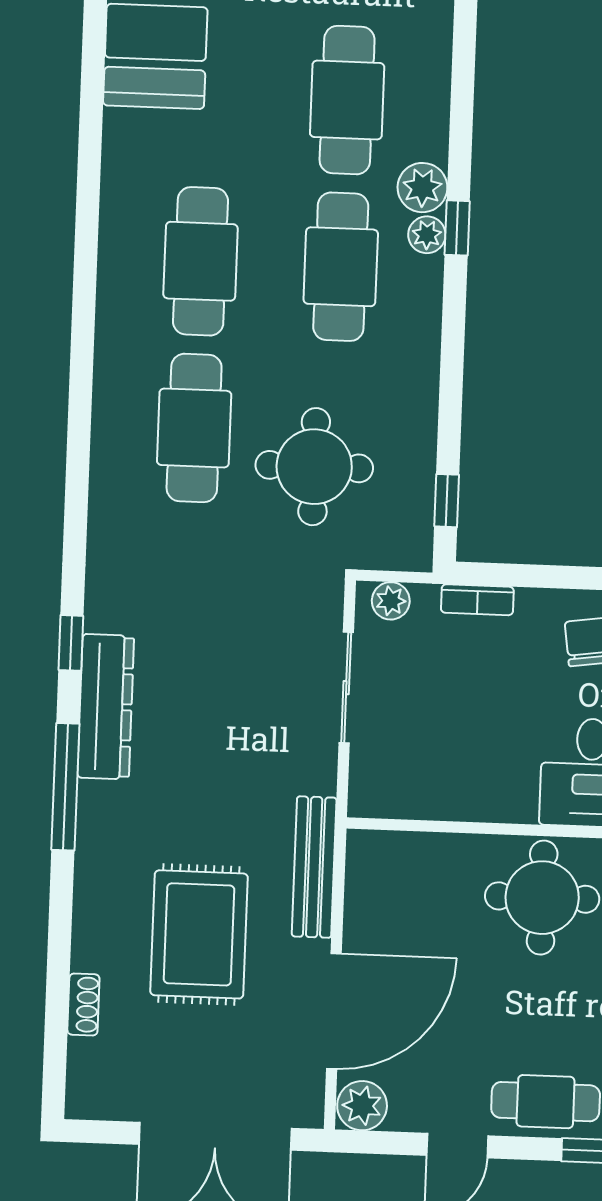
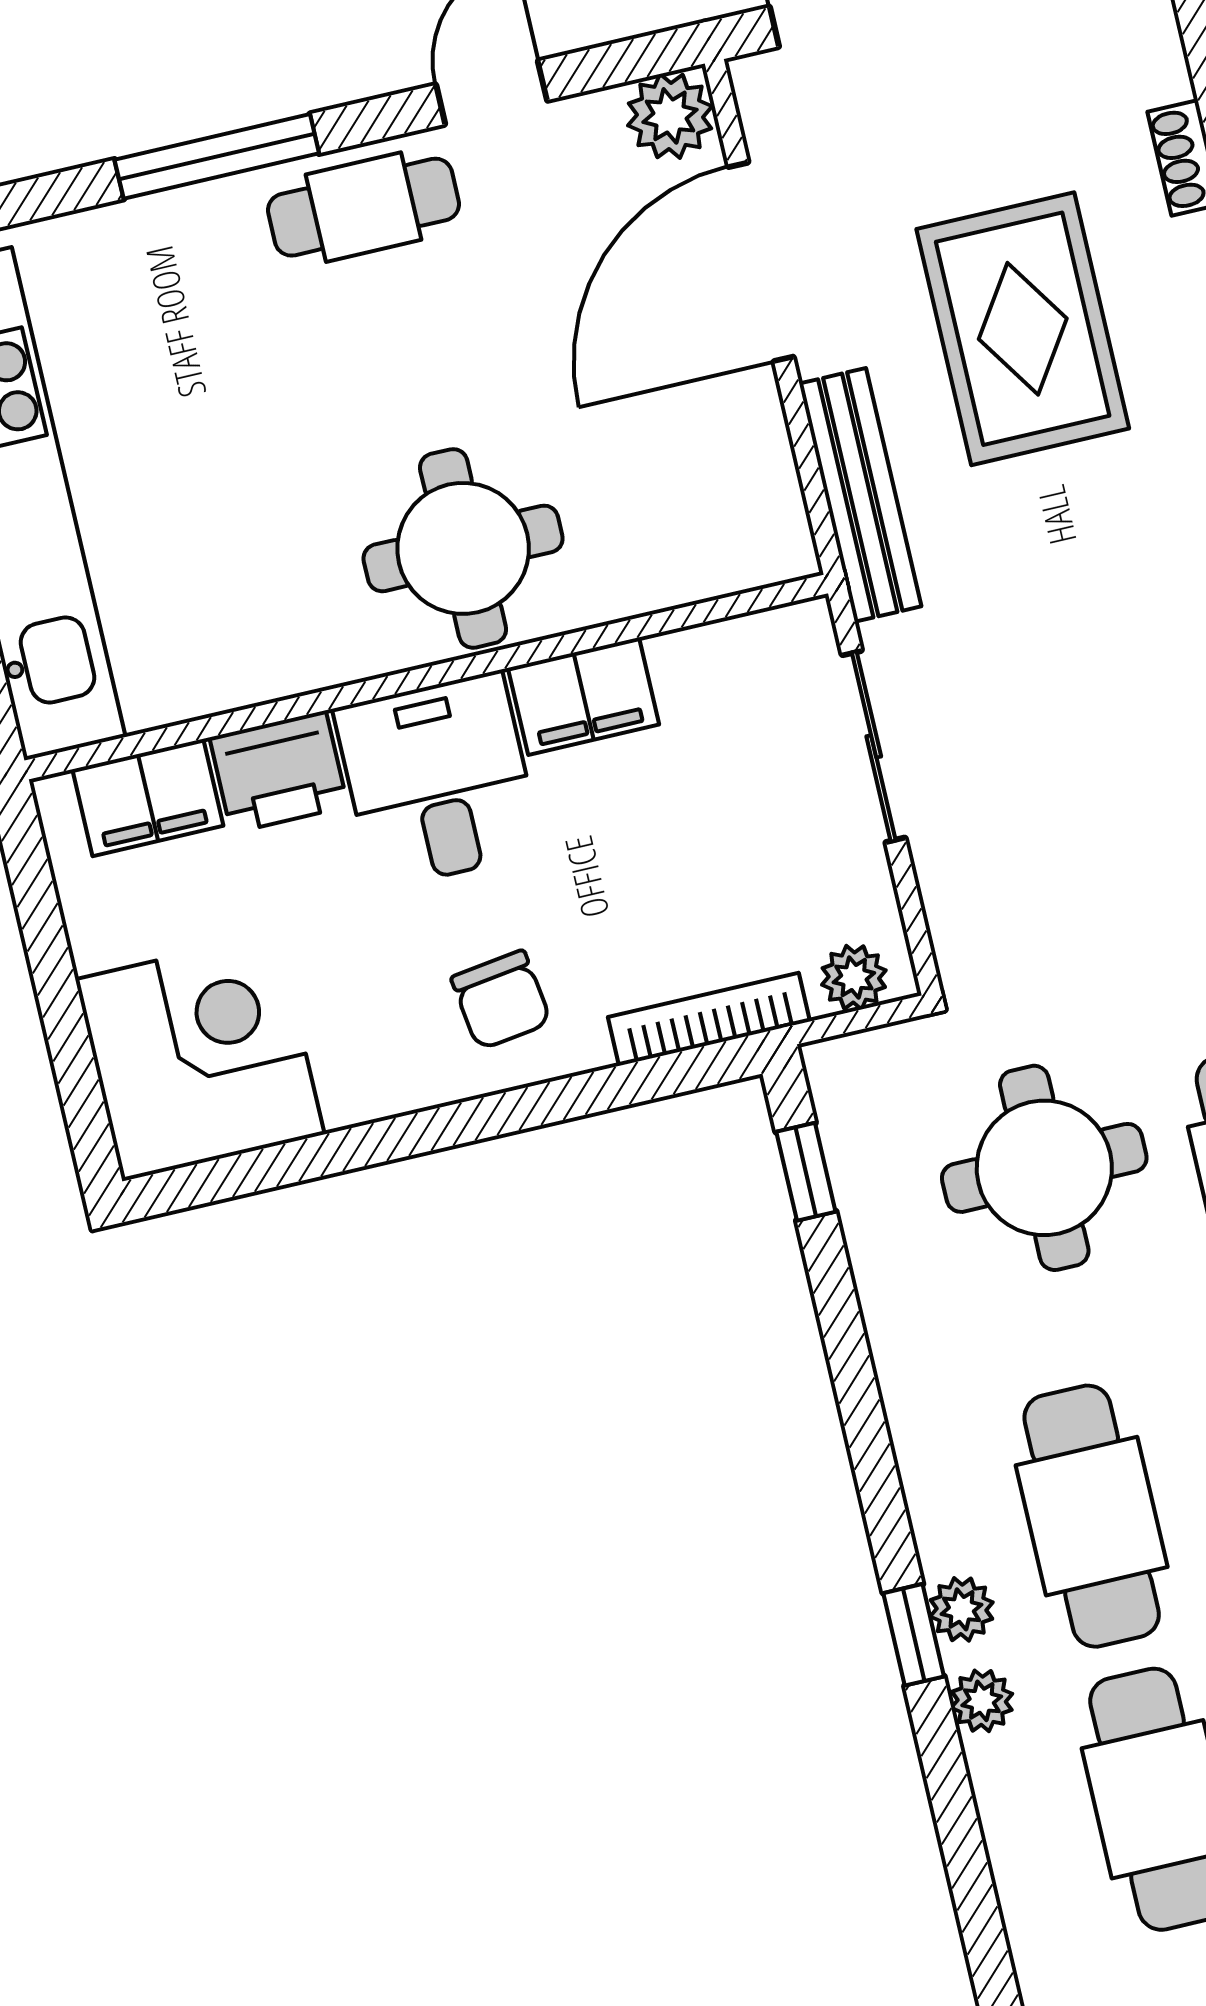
plant: (422, 188) -> (982, 1701), width x0.73, depth x0.73
bookcase: (477, 600) -> (709, 1019), width x1.56
sliding door: (346, 688) -> (874, 746), moved
filing cabinet: (498, 798) -> (584, 696), added

